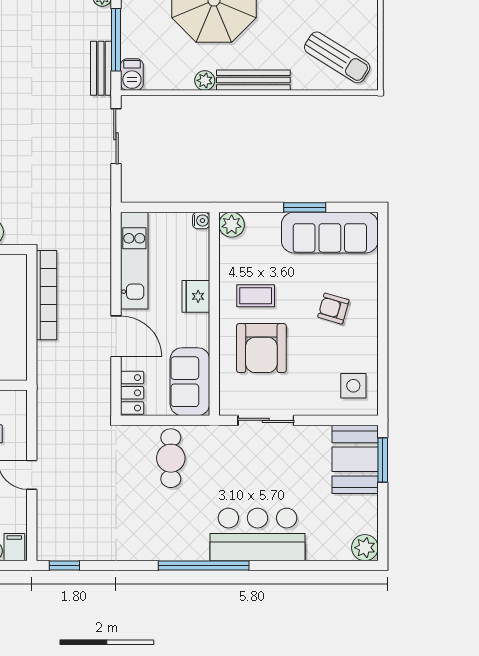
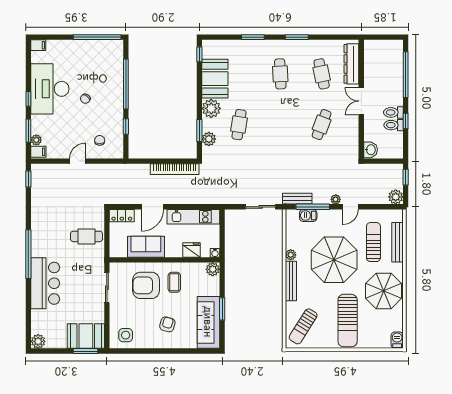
barbecue: (132, 74) -> (308, 215), moved
fridge: (196, 296) -> (192, 250), moved
sofa: (190, 382) -> (146, 247), moved

